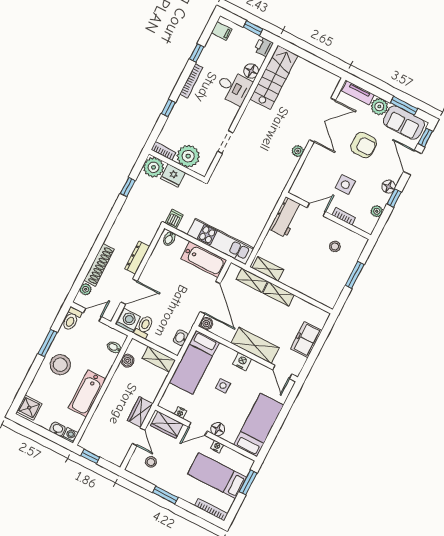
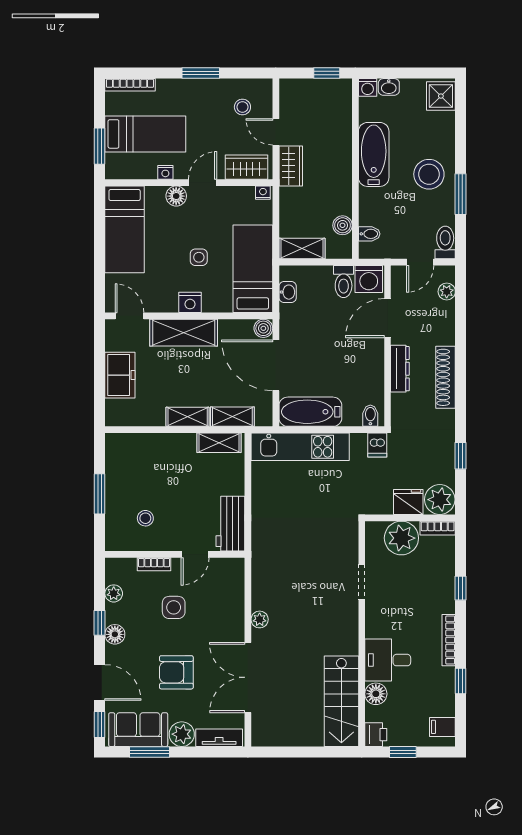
shoe rack: (99, 265) -> (446, 377), moved
nightstand: (180, 413) -> (263, 193), moved

